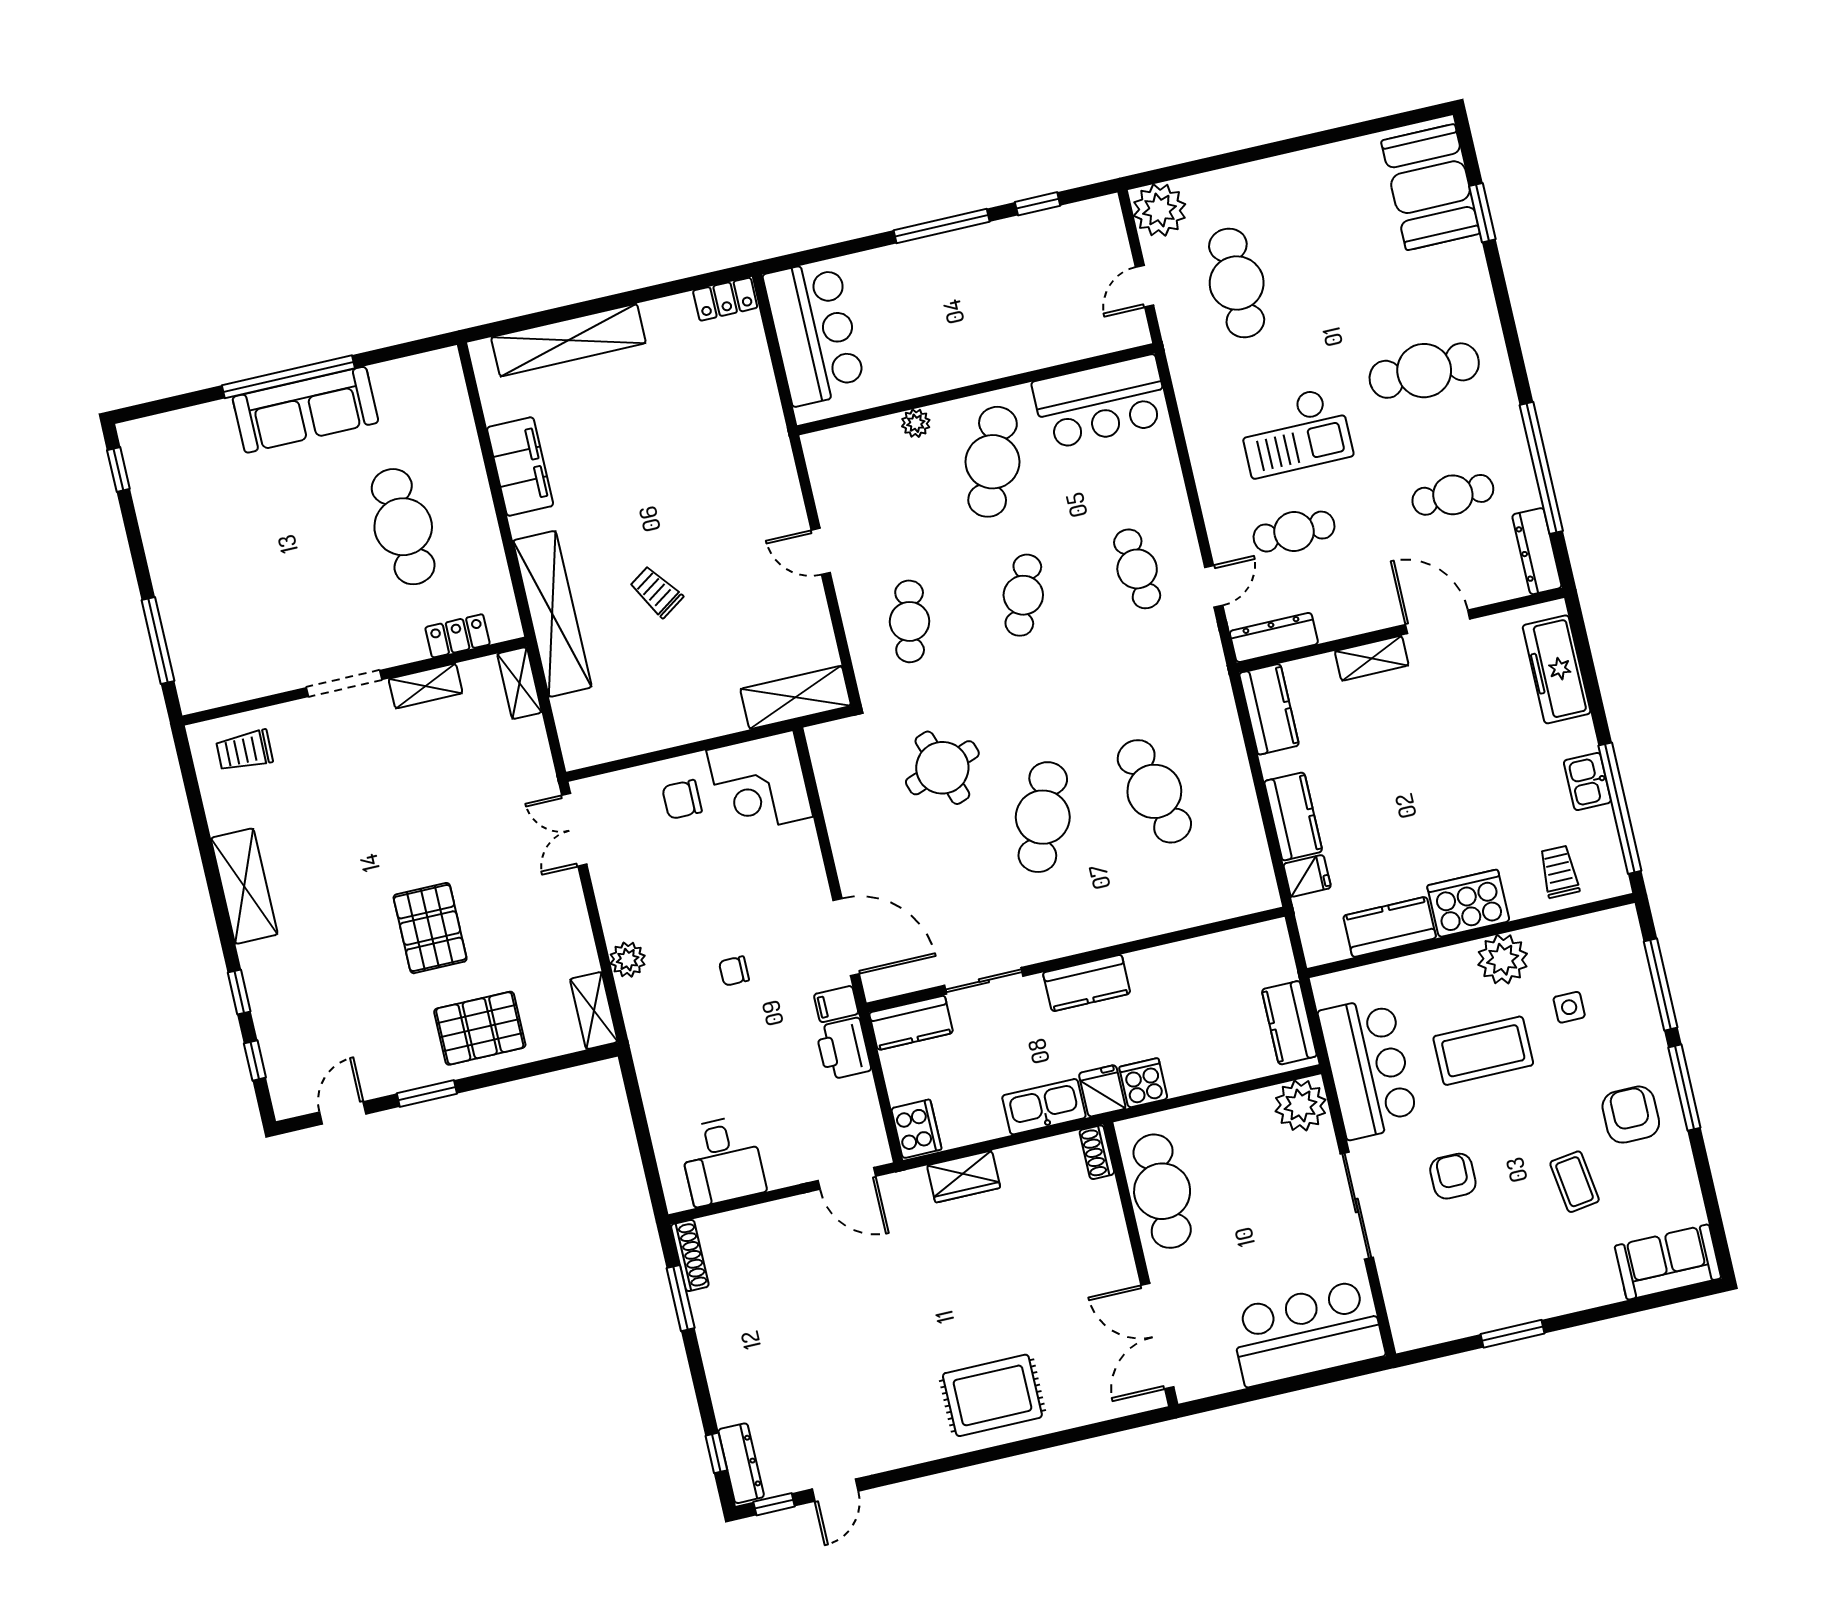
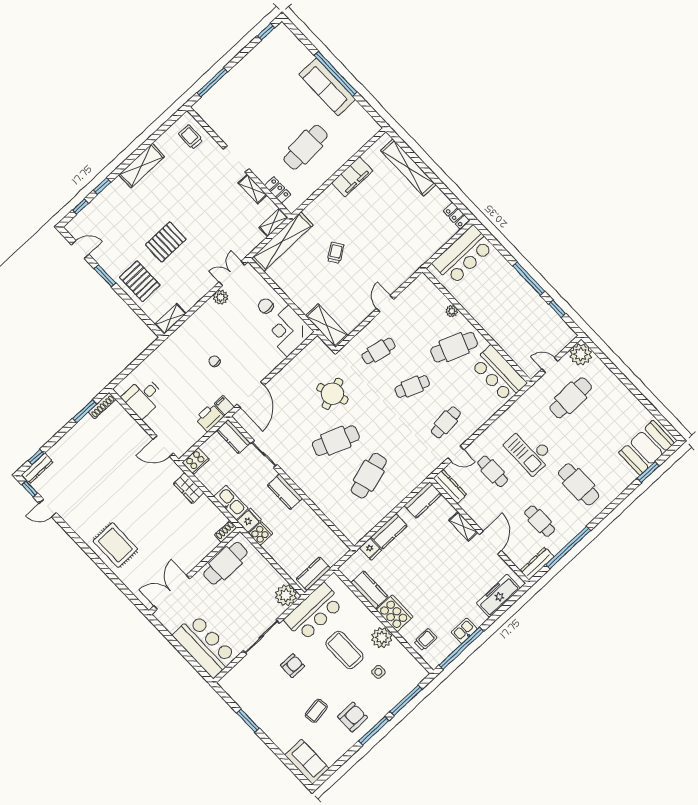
shelving: (552, 614) -> (282, 242), moved
plant: (628, 960) -> (221, 297), moved
door: (847, 1178) -> (163, 446), hinge flipped

